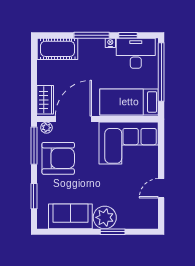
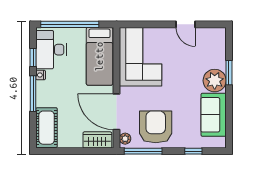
window: (34, 196) -> (193, 151), width x0.67

